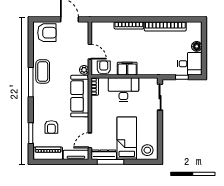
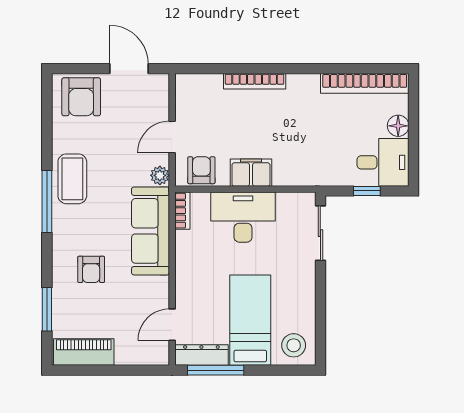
bookcase: (165, 26) -> (365, 83), moved
armchair: (47, 33) -> (81, 97), turned 90
door: (90, 52) -> (172, 137), swing flipped
armchair: (51, 127) -> (91, 269), moved
tv unit: (76, 155) -> (143, 355), removed

